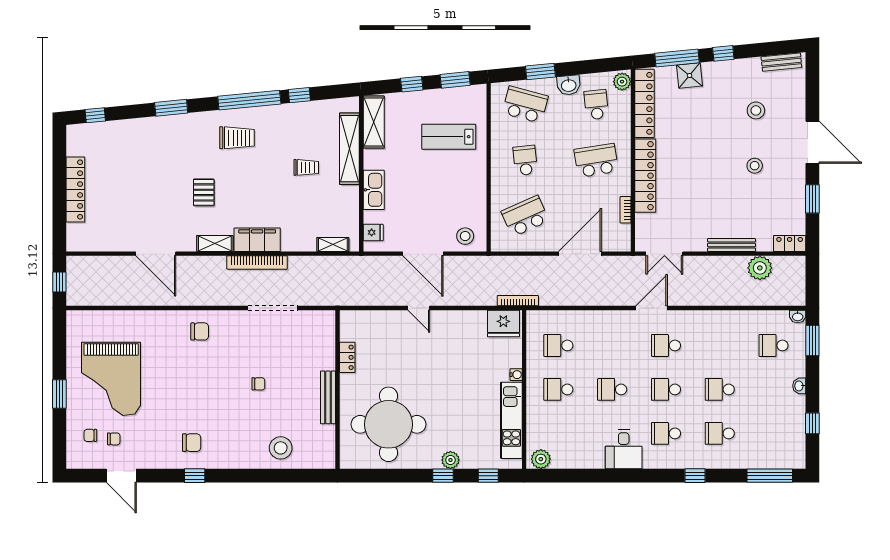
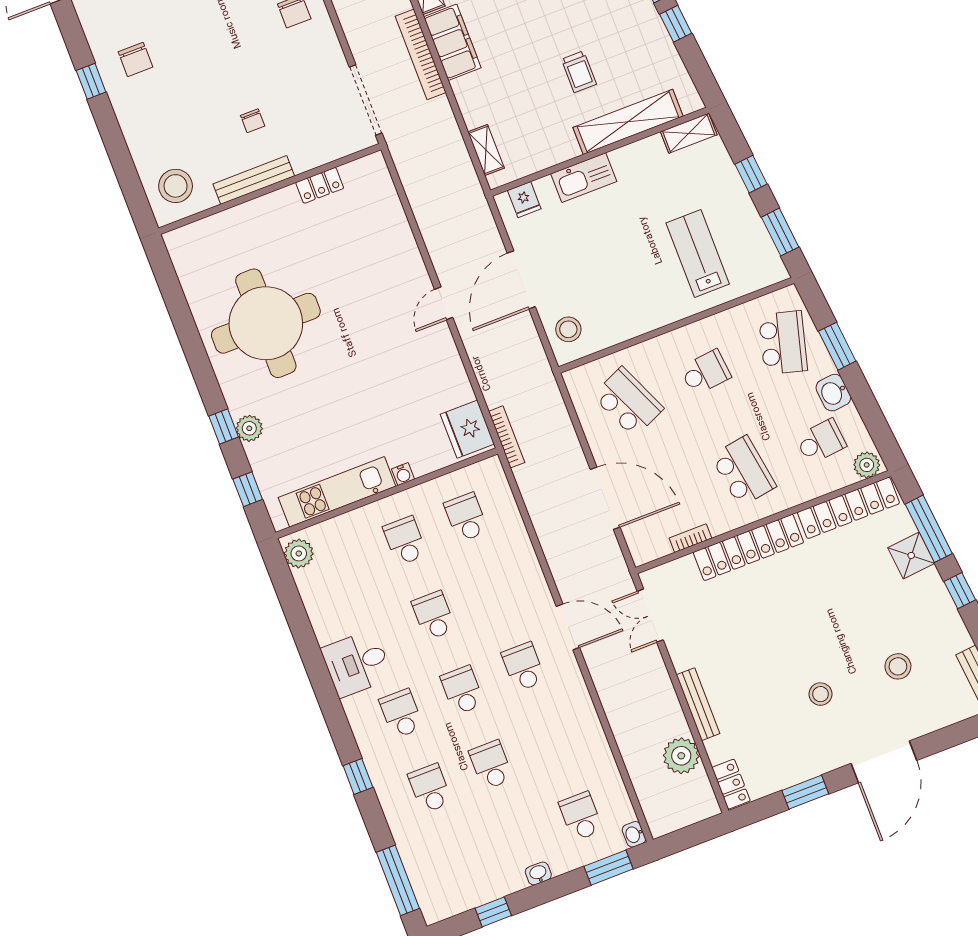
shelving: (374, 122) -> (689, 133), width x0.67, depth x0.75
locker: (347, 357) -> (320, 185), moved
wall: (337, 389) -> (270, 189), moved
bench: (328, 397) -> (254, 180), moved

